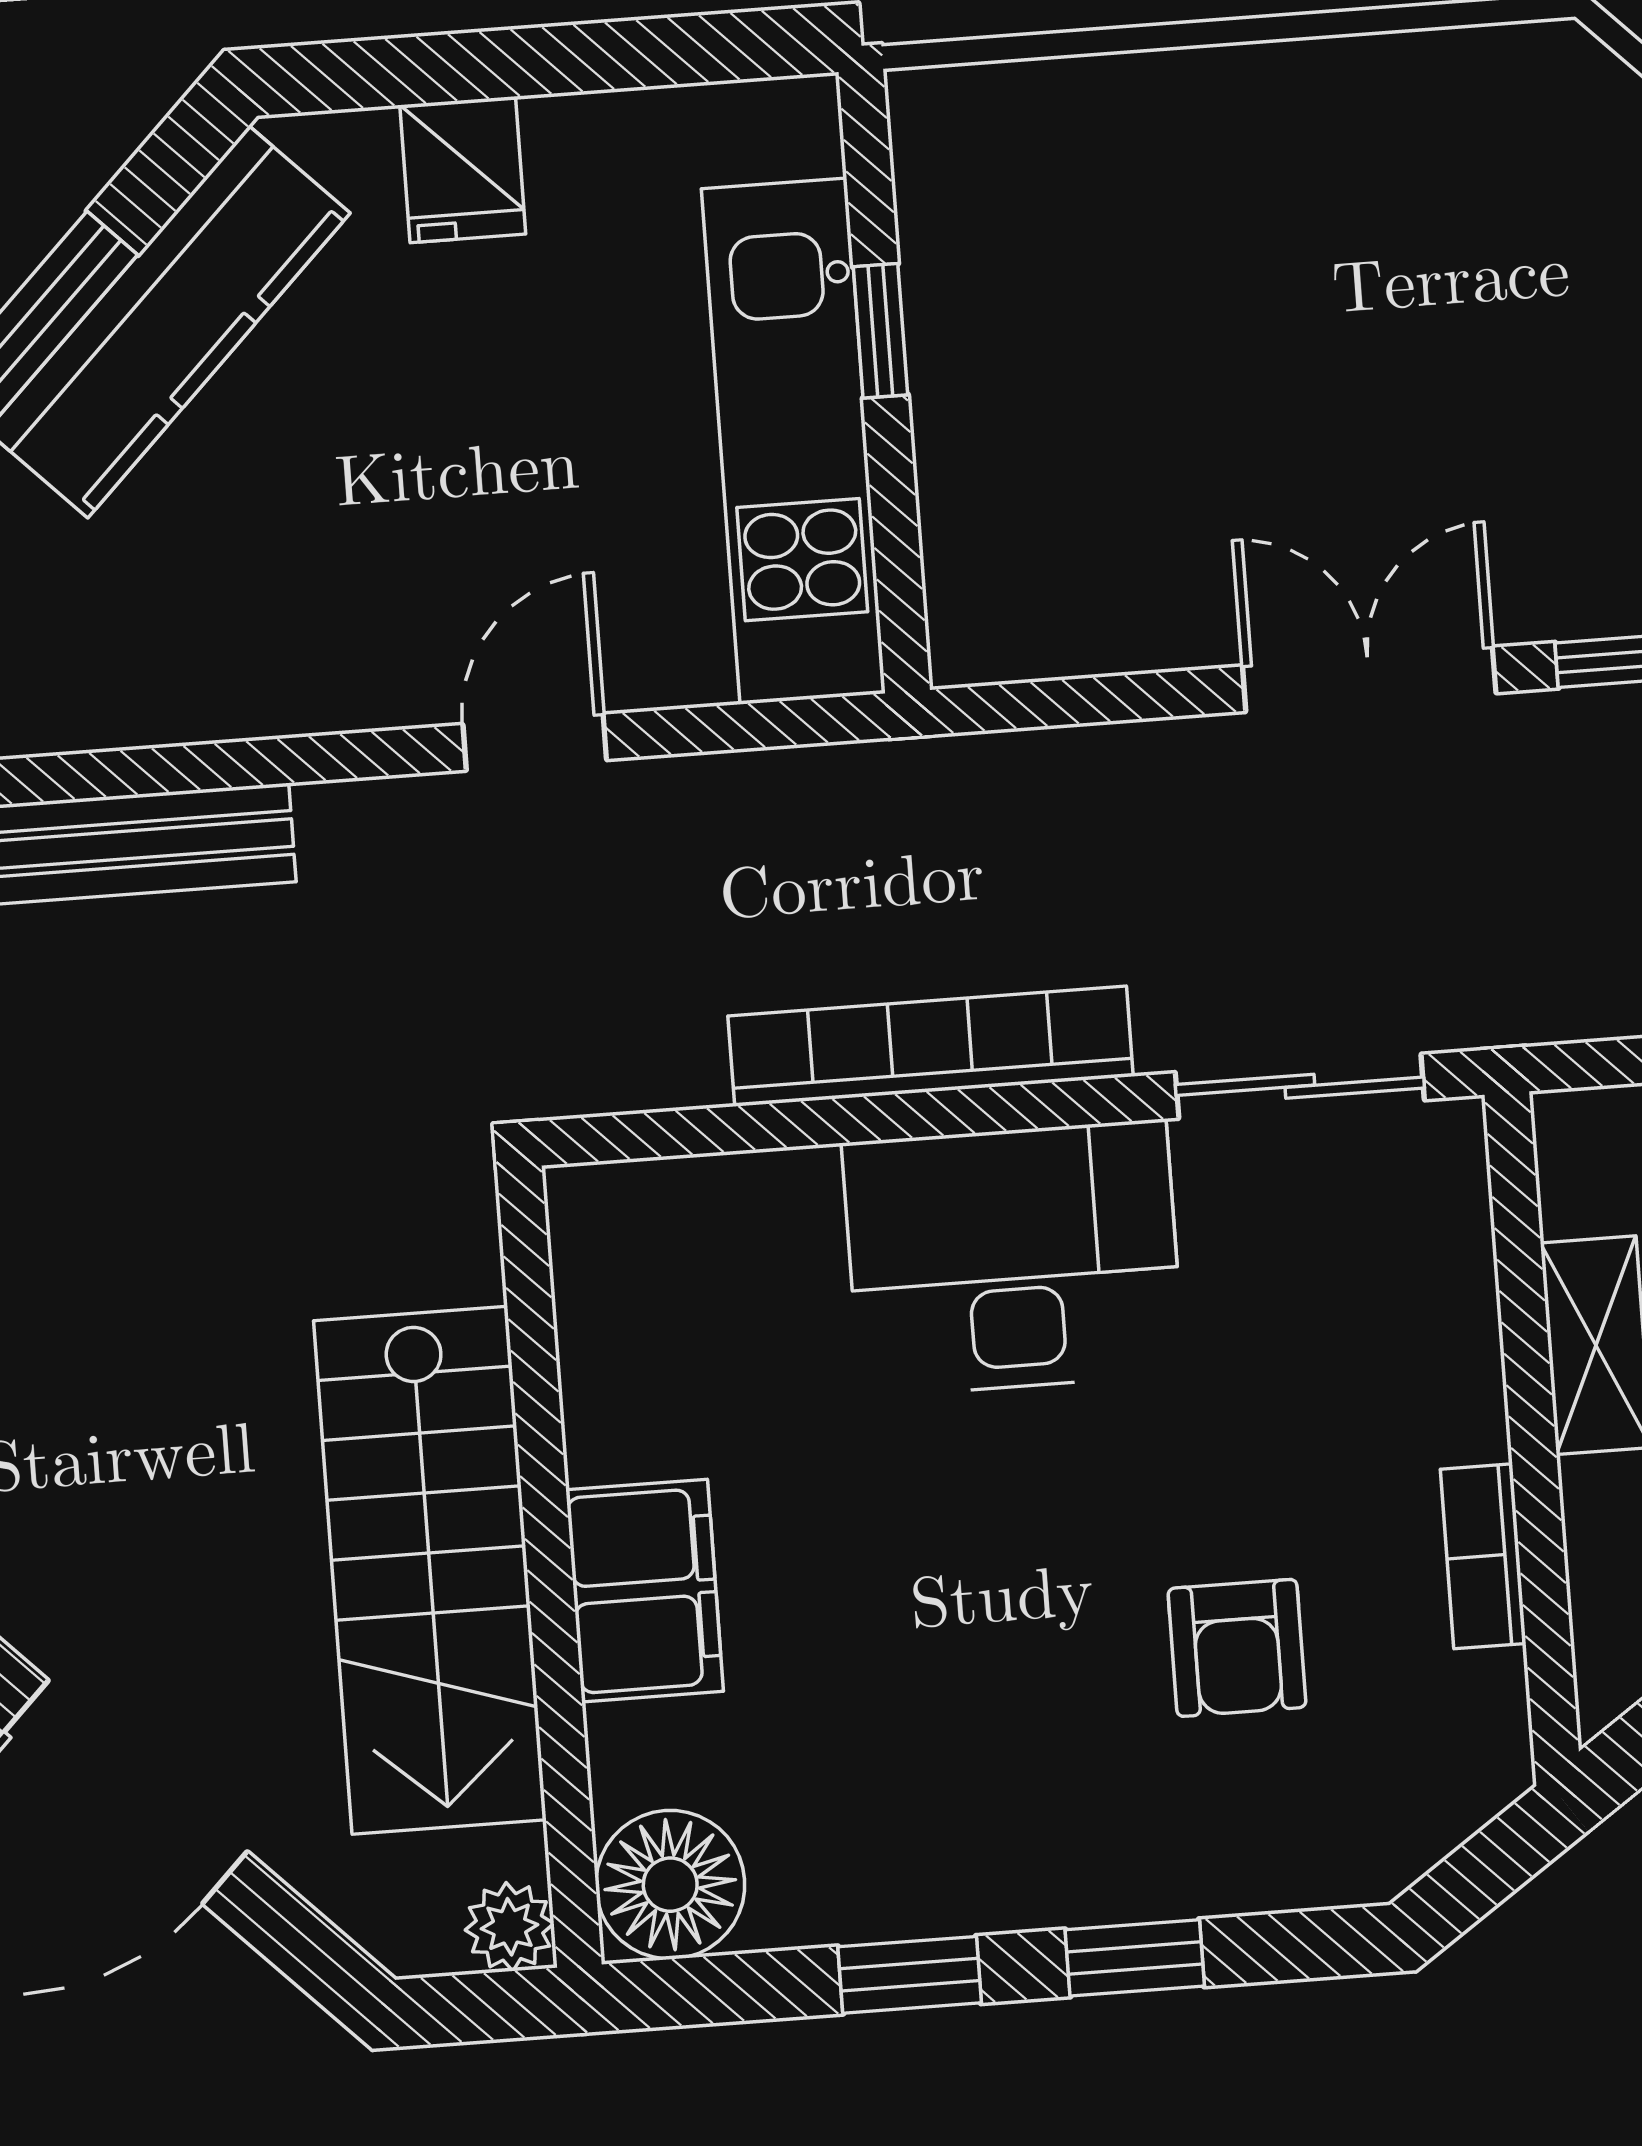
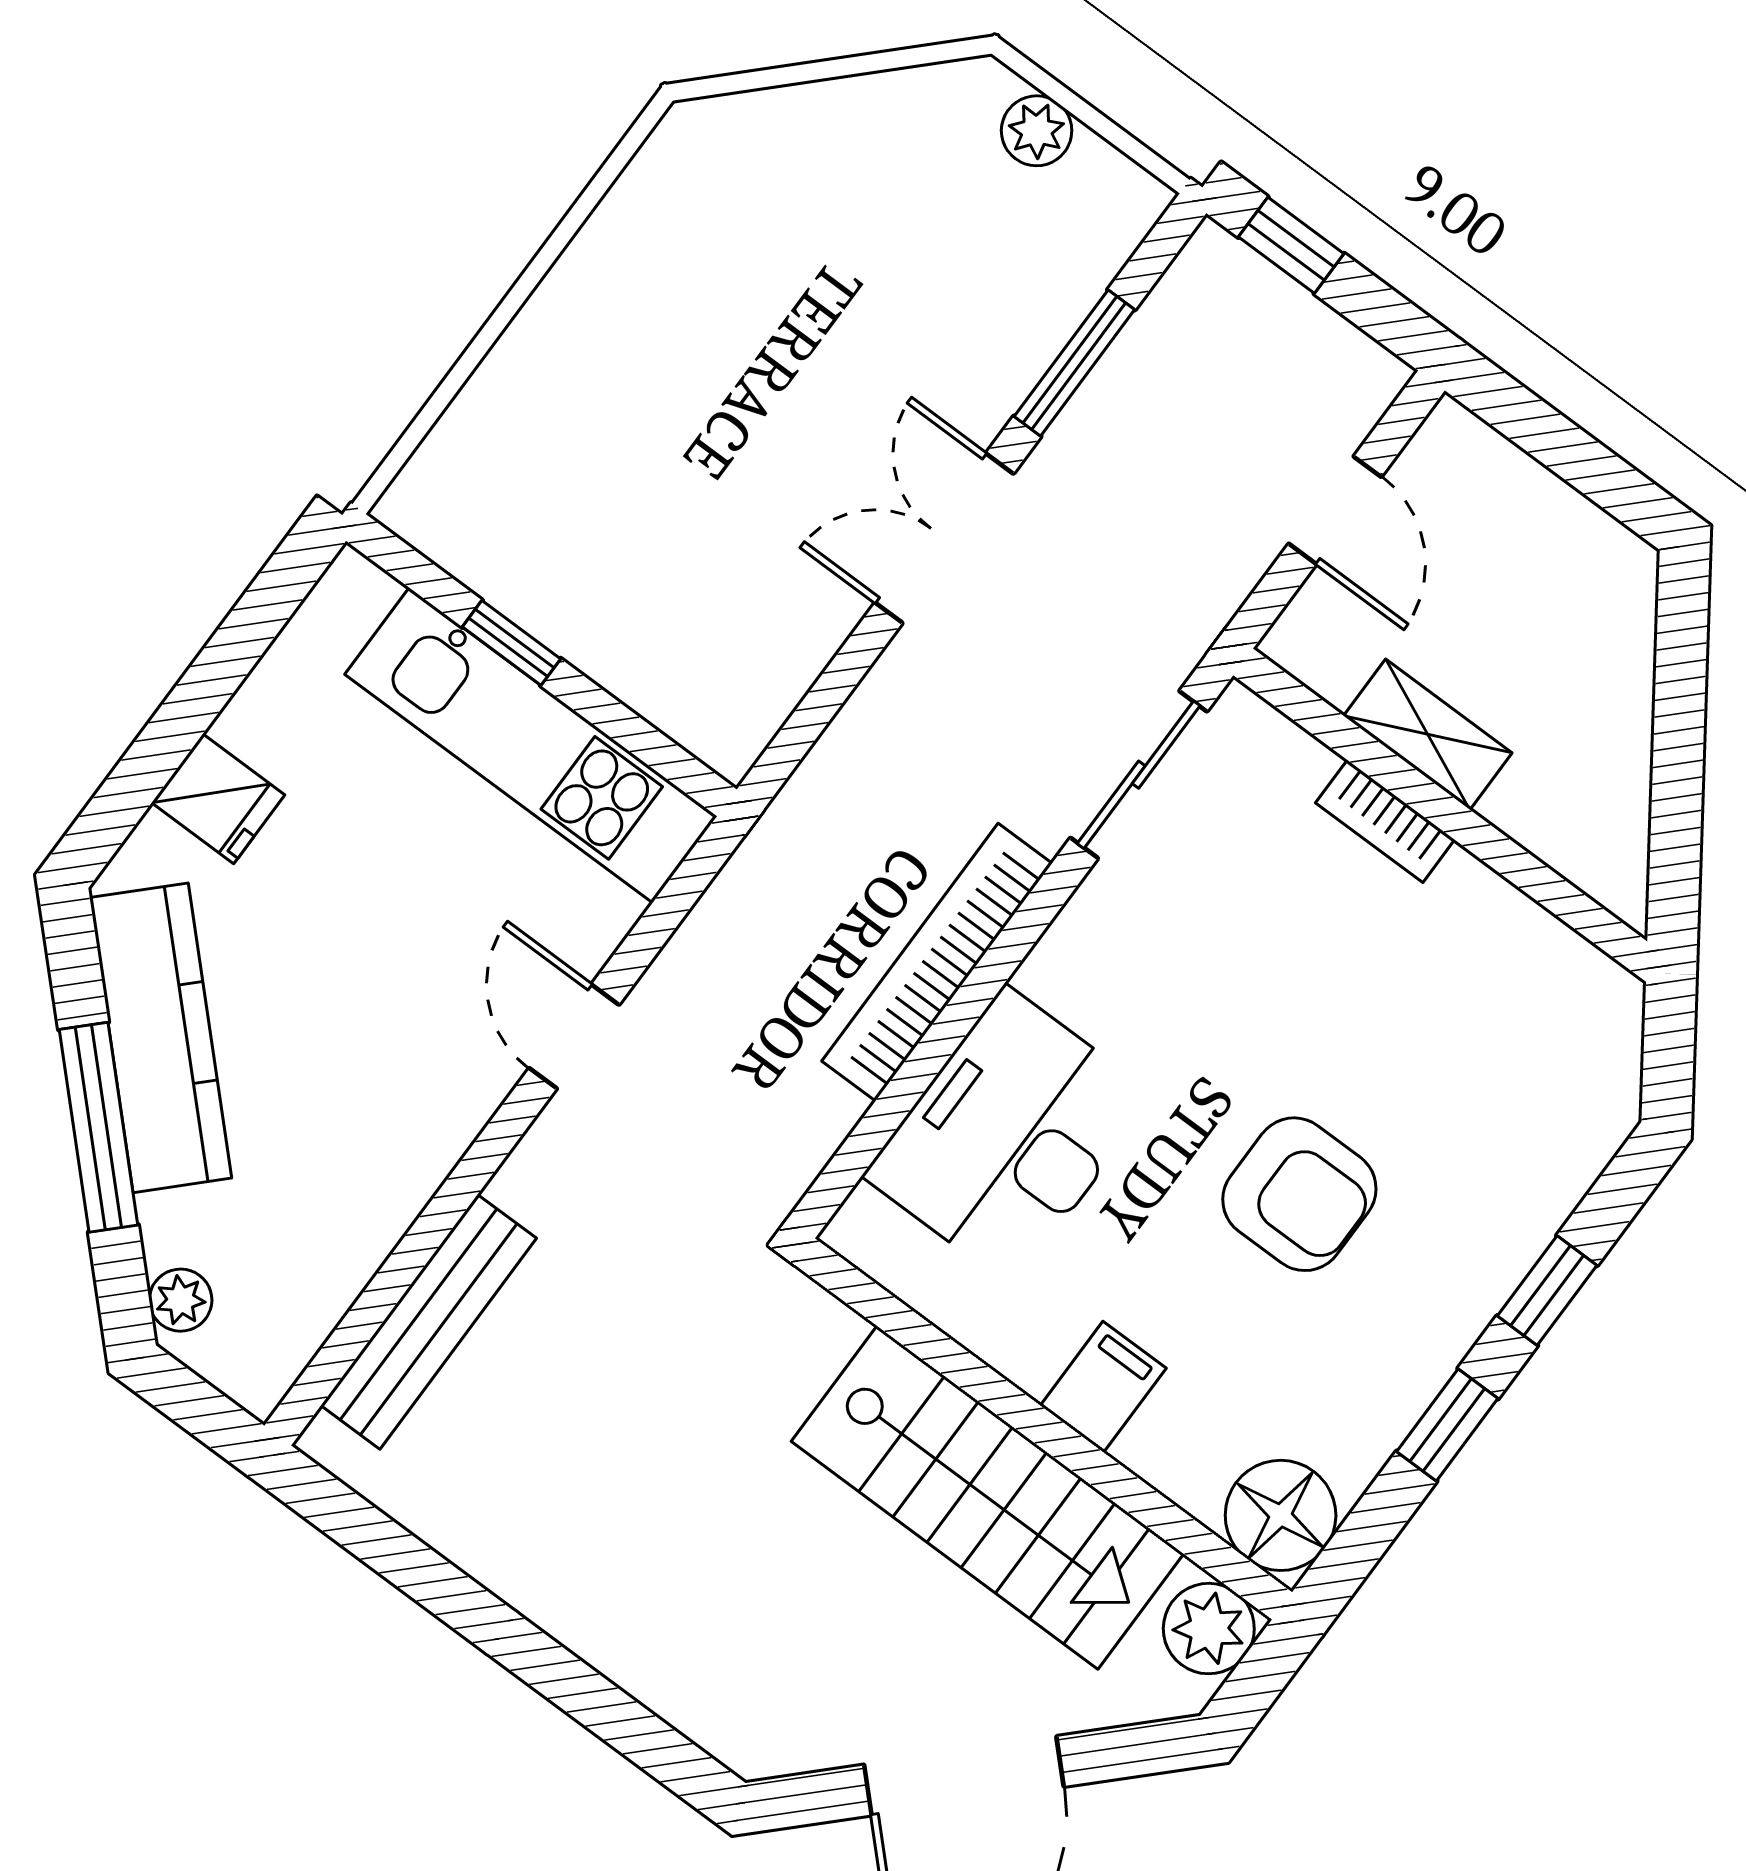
desk: (1013, 1258) -> (1009, 1136), moved
bookcase: (1483, 1556) -> (1385, 821), moved
filing cabinet: (645, 1591) -> (1103, 1387), width x0.50
armchair: (1237, 1648) -> (1299, 1194), moved, width x1.38, depth x1.38
plant: (509, 1927) -> (1209, 1629), width x1.38, depth x1.38

